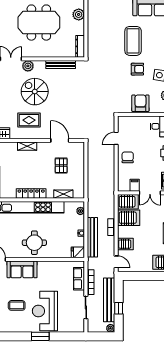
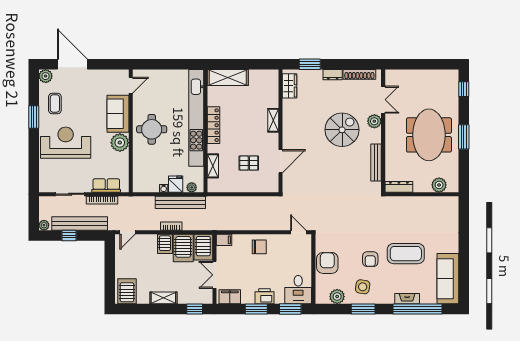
armchair: (140, 103) -> (327, 263), turned -90
rug: (29, 120) -> (306, 123), removed
door: (116, 138) -> (298, 232), moved
filing cabinet: (135, 185) -> (224, 240), moved
bench: (92, 237) -> (180, 202), moved
server rack: (125, 244) -> (165, 244), moved
fridge: (78, 252) -> (176, 184), moved
plant: (45, 268) -> (120, 143), added
coffee table: (17, 305) -> (55, 103), moved
window: (40, 336) -> (34, 117), moved

